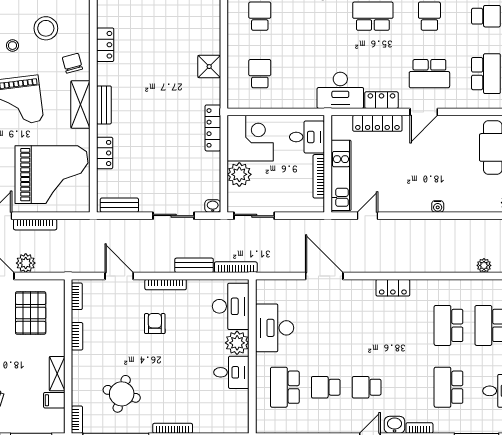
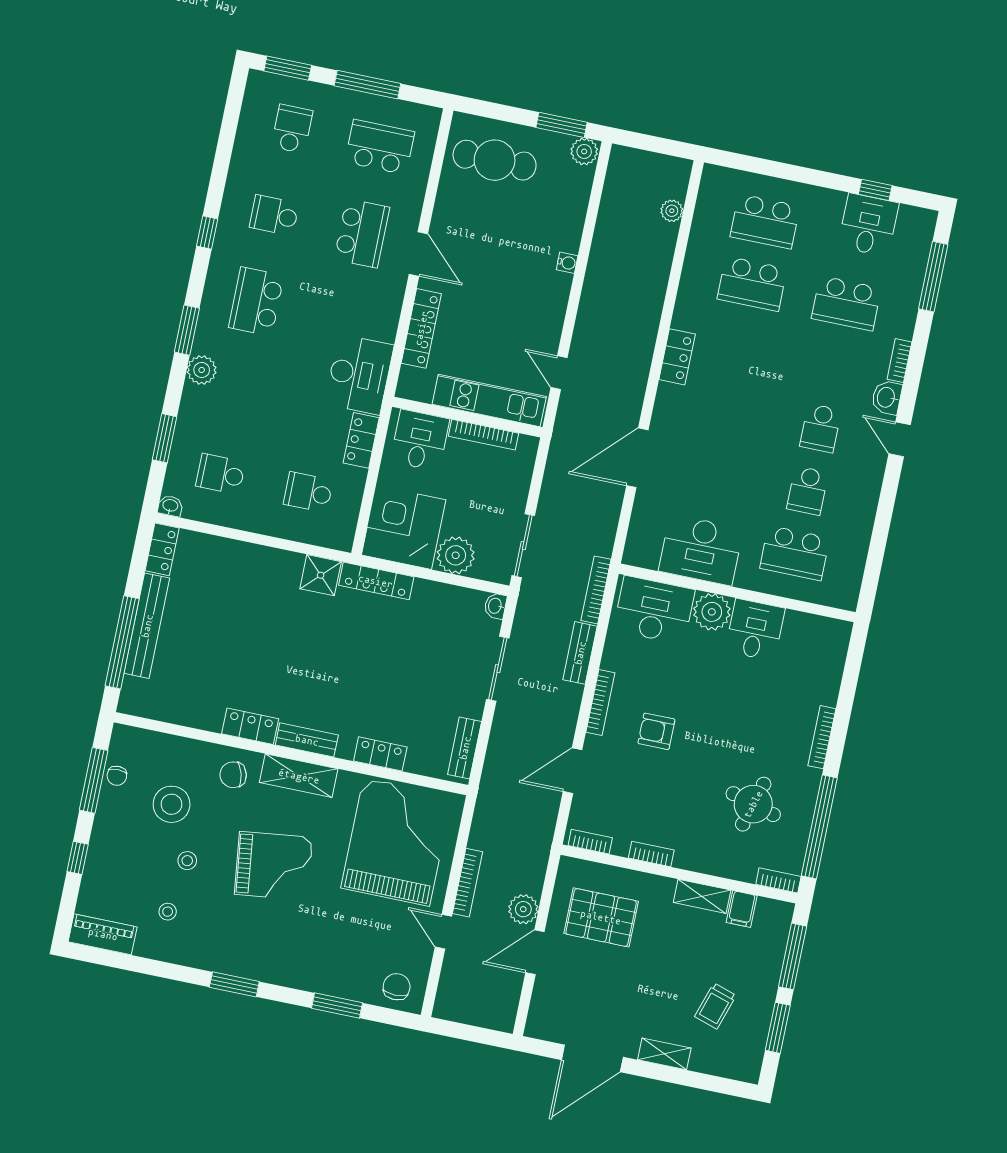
locker: (105, 45) -> (250, 726), moved
shower: (209, 67) -> (321, 575), moved
locker: (381, 100) -> (361, 440), moved

